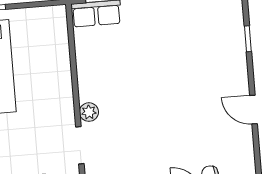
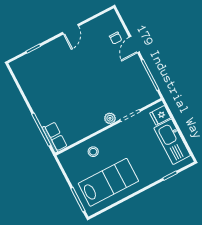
stool: (48, 64) -> (93, 152), added

